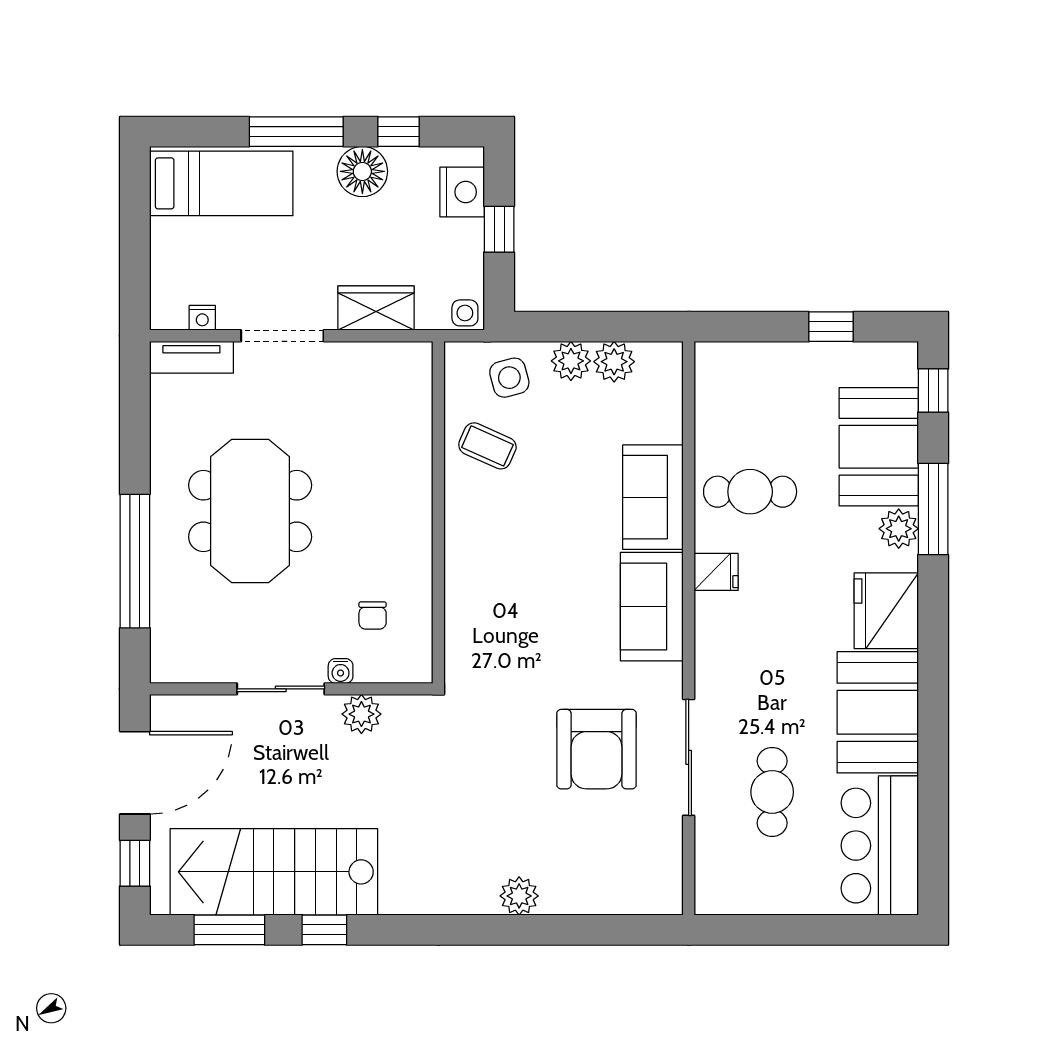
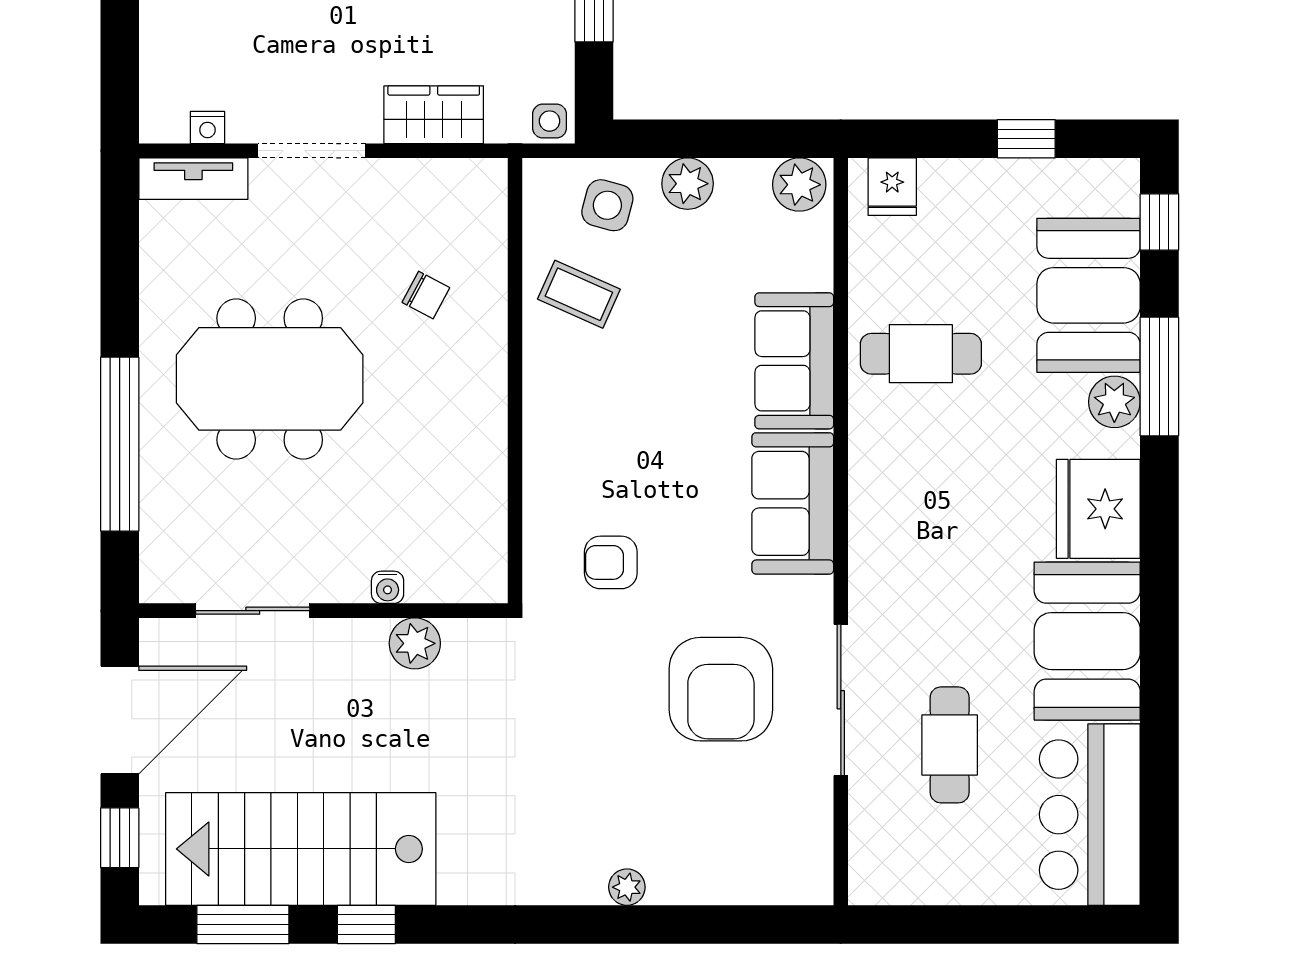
plant: (614, 362) -> (799, 185), moved
side table: (509, 378) -> (607, 205), turned 30
meeting table: (250, 511) -> (270, 379), turned 90
fridge: (716, 572) -> (892, 187), moved, turned 90
chair: (373, 616) -> (426, 295), moved, turned -62
armchair: (512, 652) -> (611, 562), added
sliding door: (281, 689) -> (253, 611), moved
plant: (519, 896) -> (627, 887), width x0.73, depth x0.73

